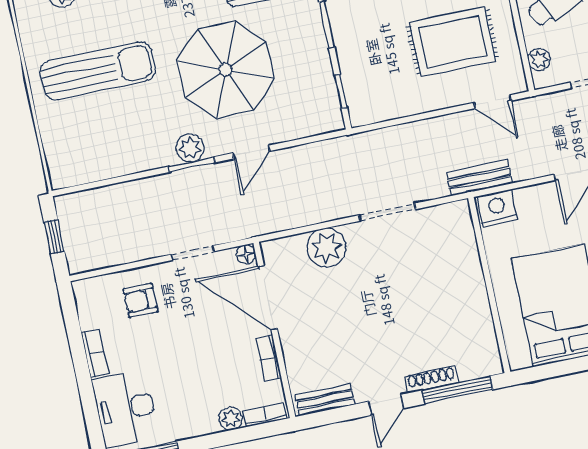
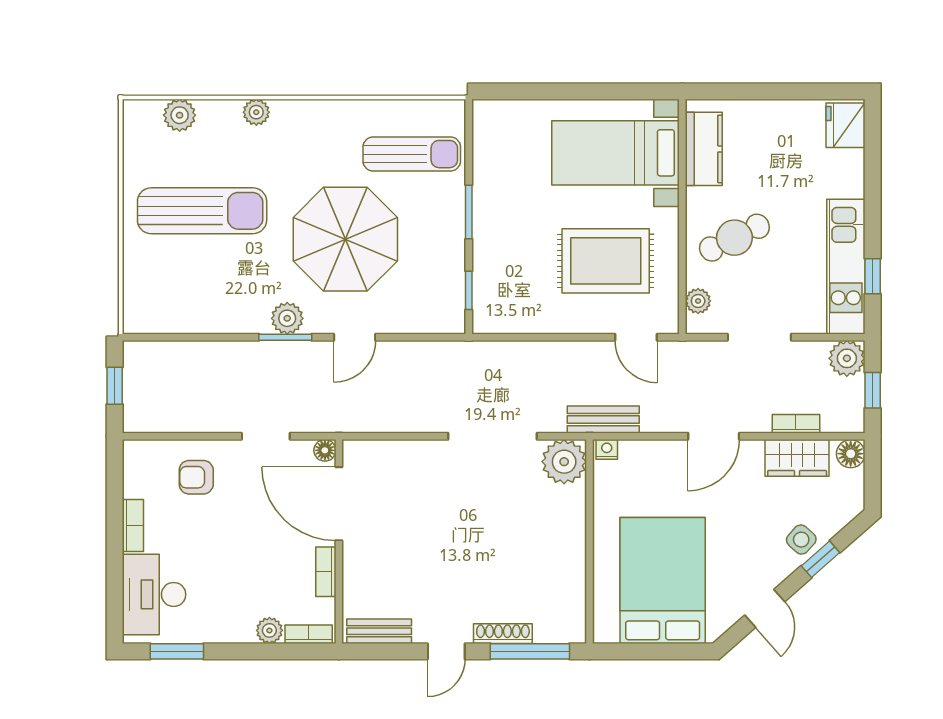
nightstand: (497, 208) -> (607, 449), width x0.53, depth x0.56
doorway: (387, 212) -> (492, 436), width x1.36
plant: (326, 248) -> (564, 462), moved

